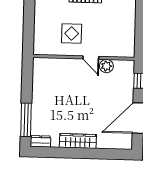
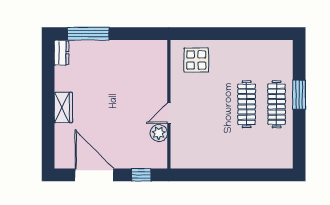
display table: (72, 34) -> (196, 60), moved
wardrobe: (78, 141) -> (63, 107), width x0.67

